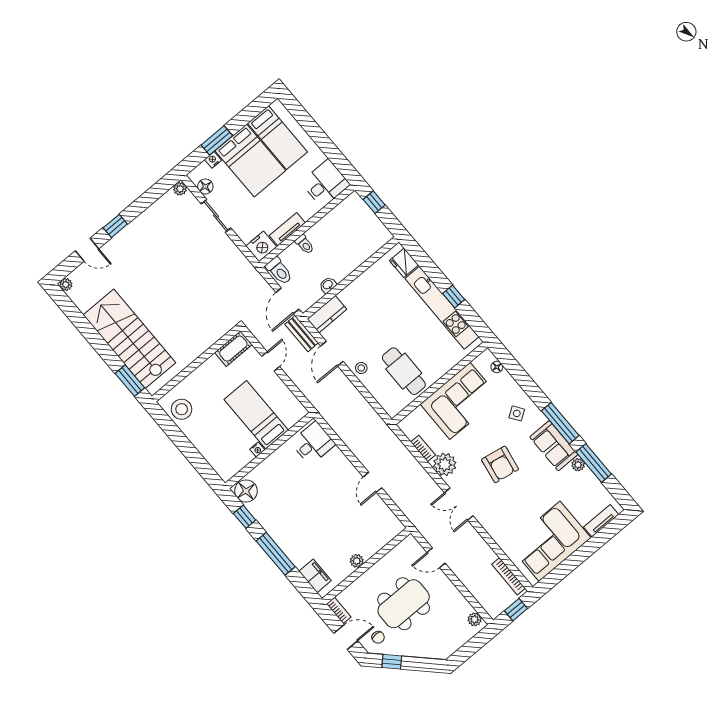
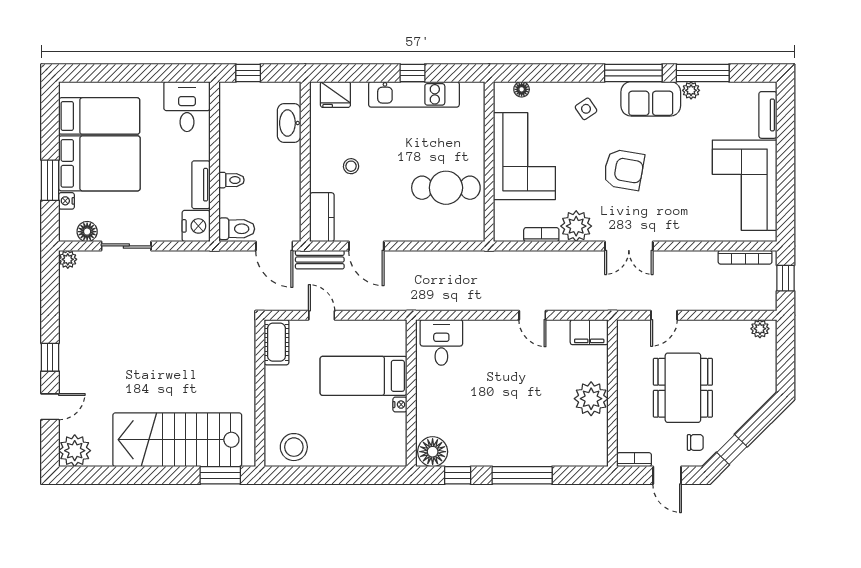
plant: (66, 284) -> (75, 451), width x1.88, depth x1.88
washbasin: (328, 285) -> (289, 123), moved, width x1.91, depth x1.45
kitchen unit: (442, 308) -> (414, 94), width x0.73
stool: (361, 368) -> (351, 166), moved
plant: (357, 561) -> (591, 399), width x1.87, depth x1.87
filing cabinet: (315, 576) -> (589, 332), moved, turned 180
door: (346, 637) -> (667, 475), swing flipped

